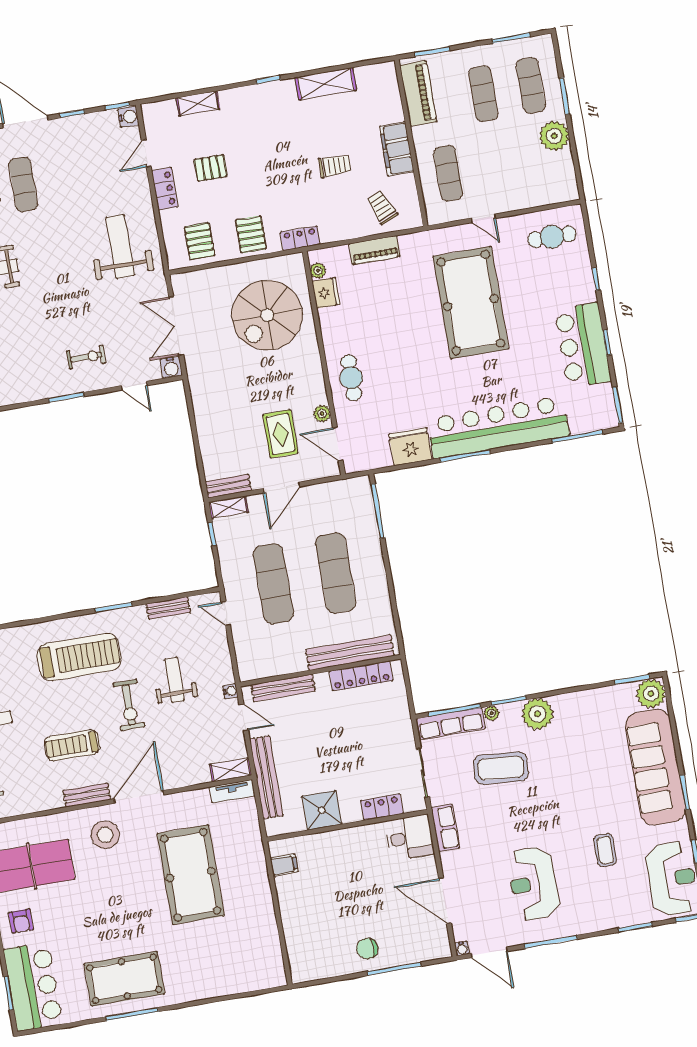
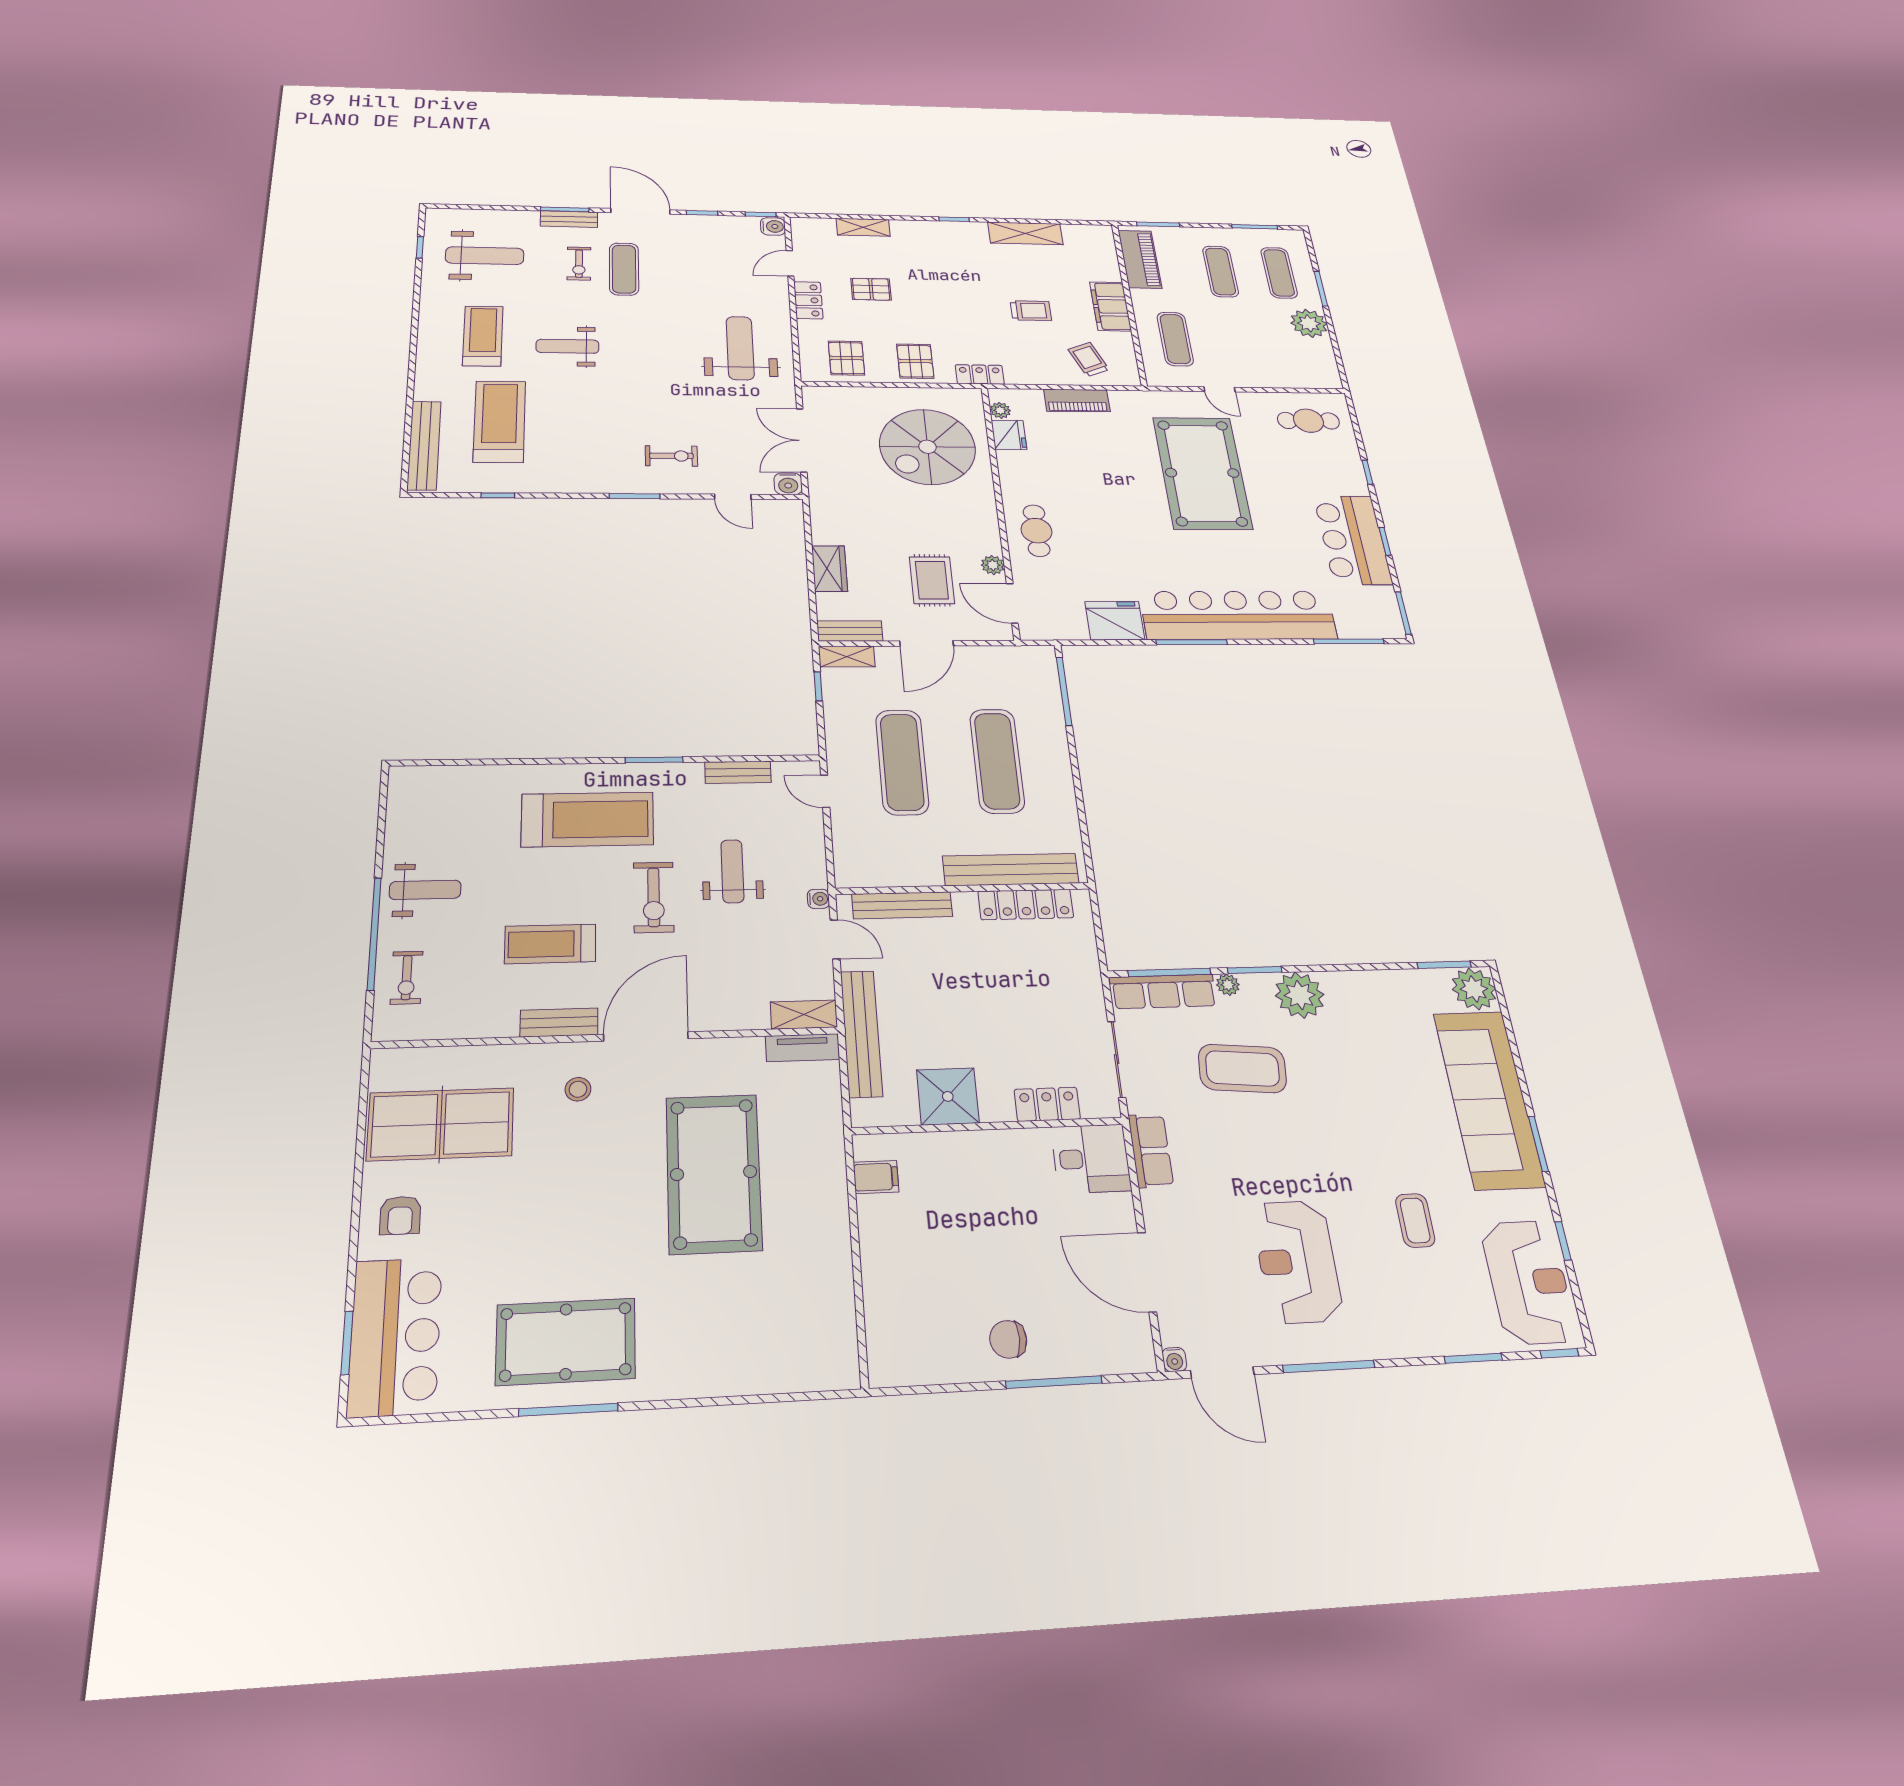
wardrobe: (209, 436) -> (830, 569), added
stool: (105, 835) -> (578, 1089), width x0.53, depth x0.53

